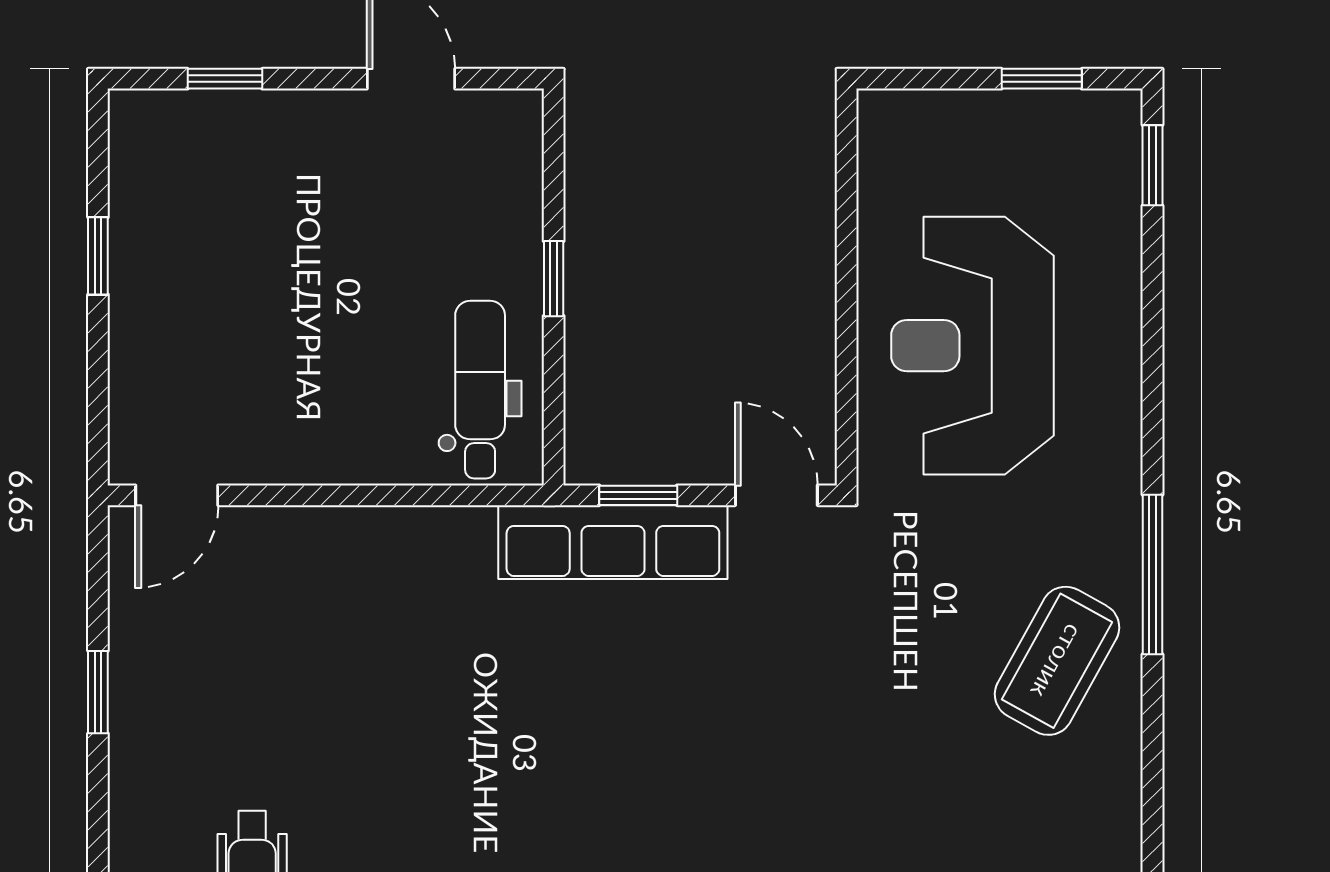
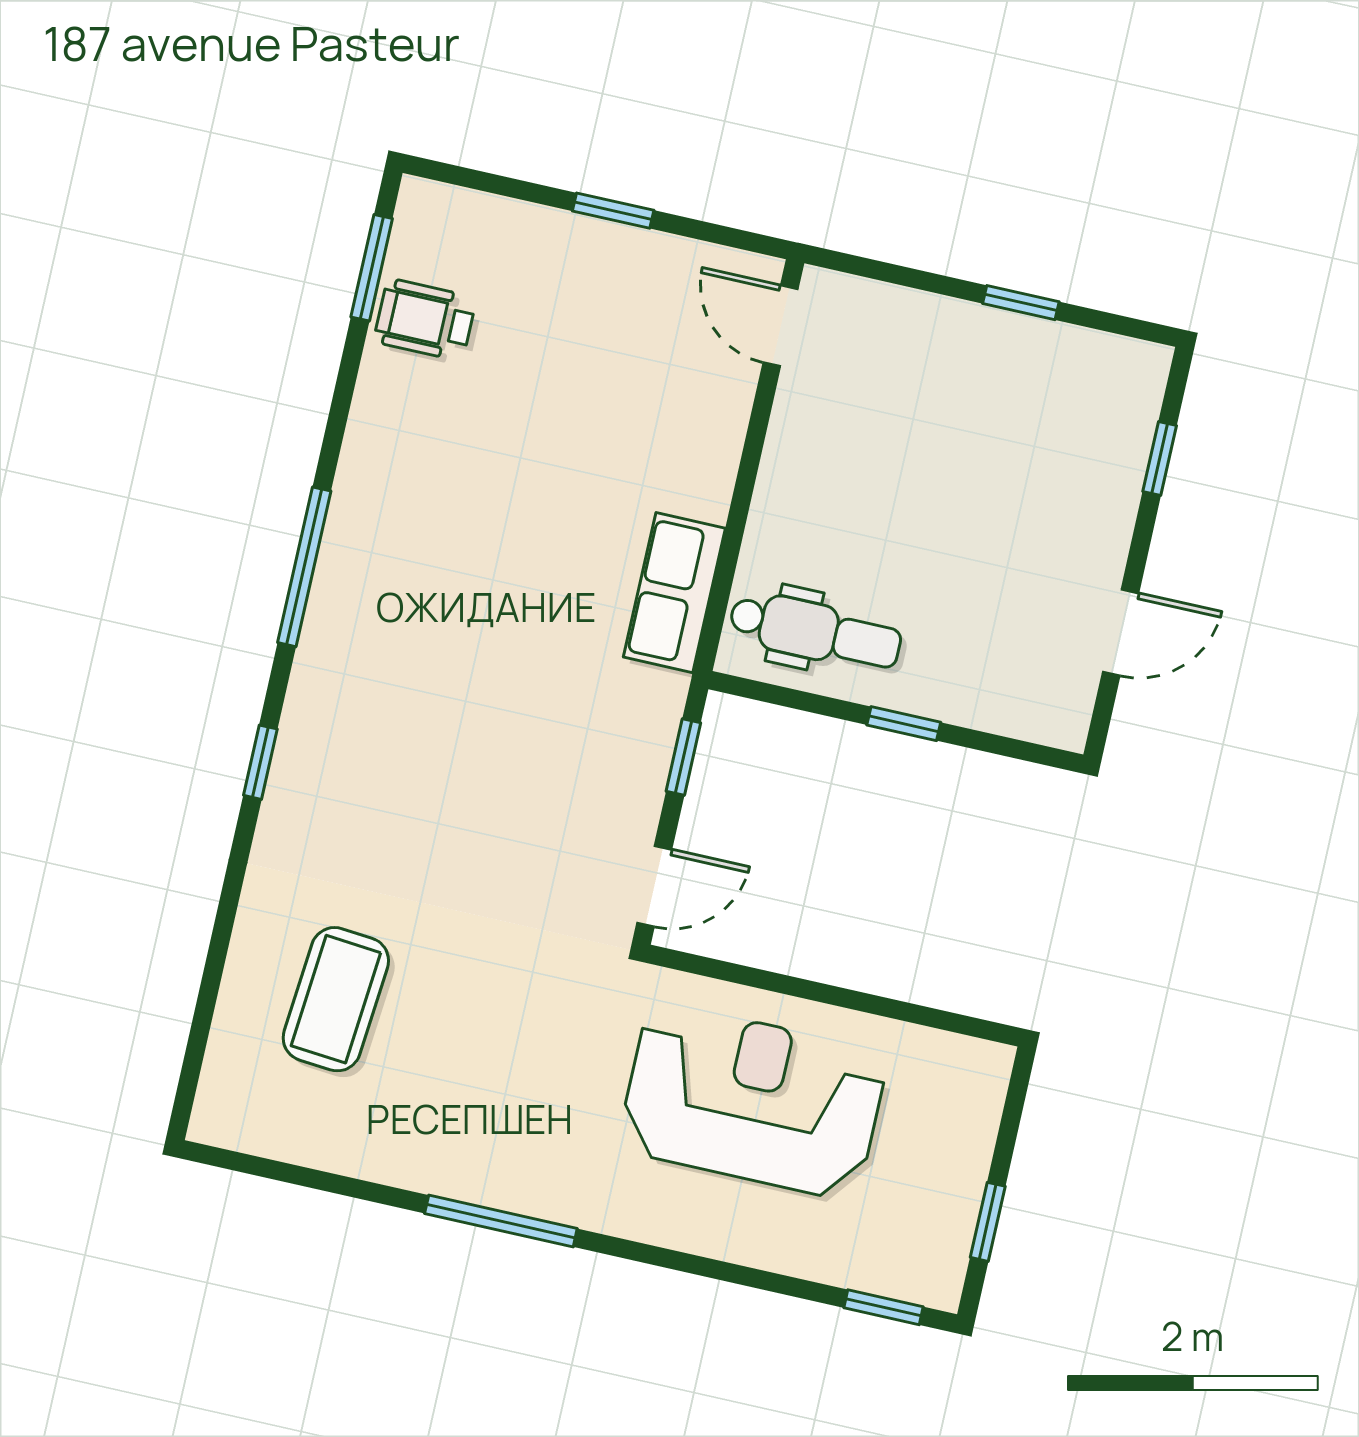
row of seats: (613, 542) -> (674, 593), moved, width x0.68
coffee table: (1057, 661) -> (336, 999), moved, turned 66

